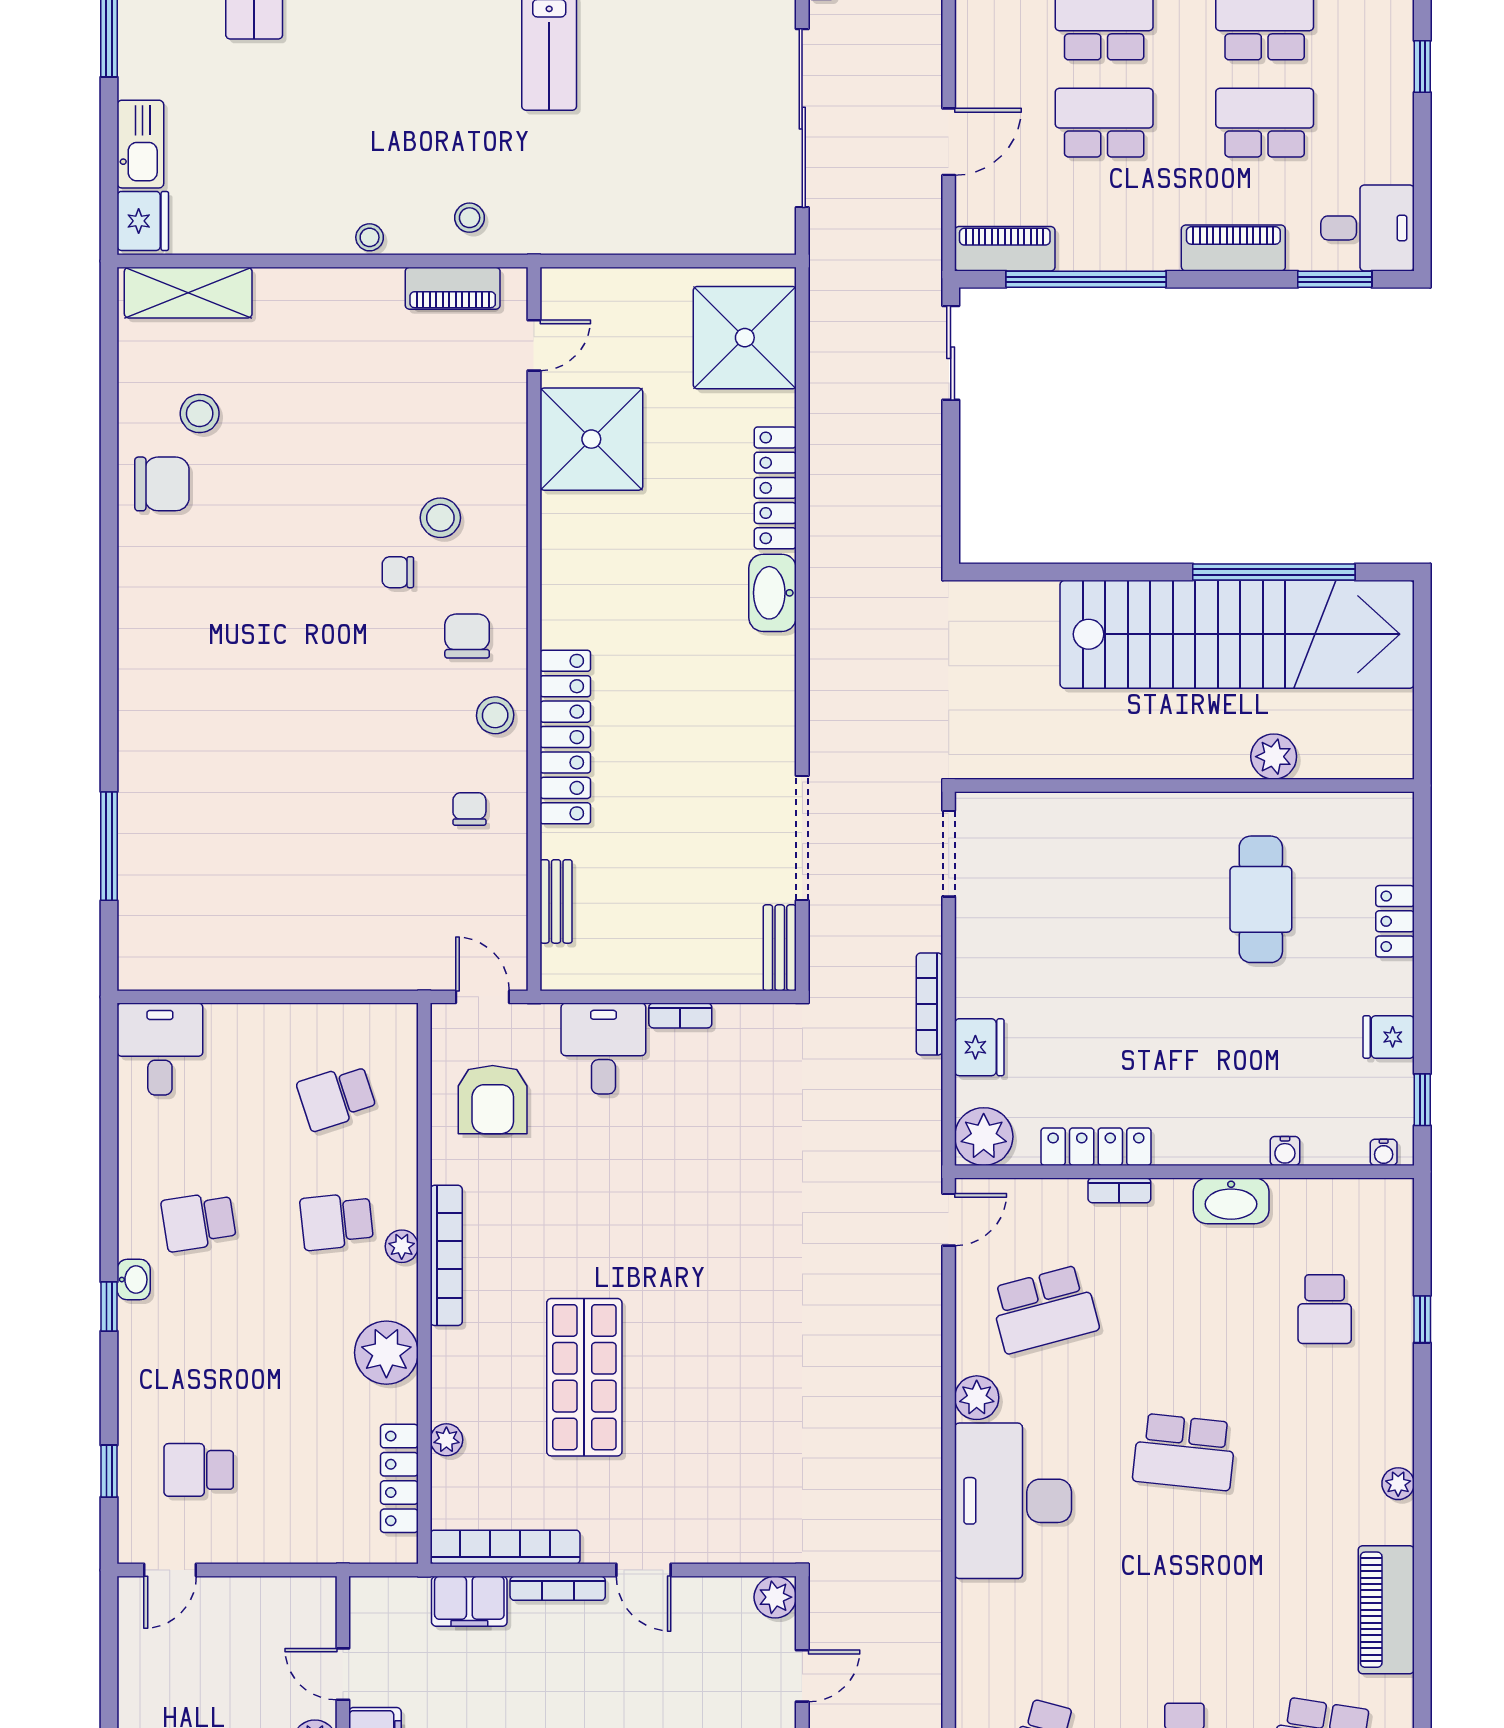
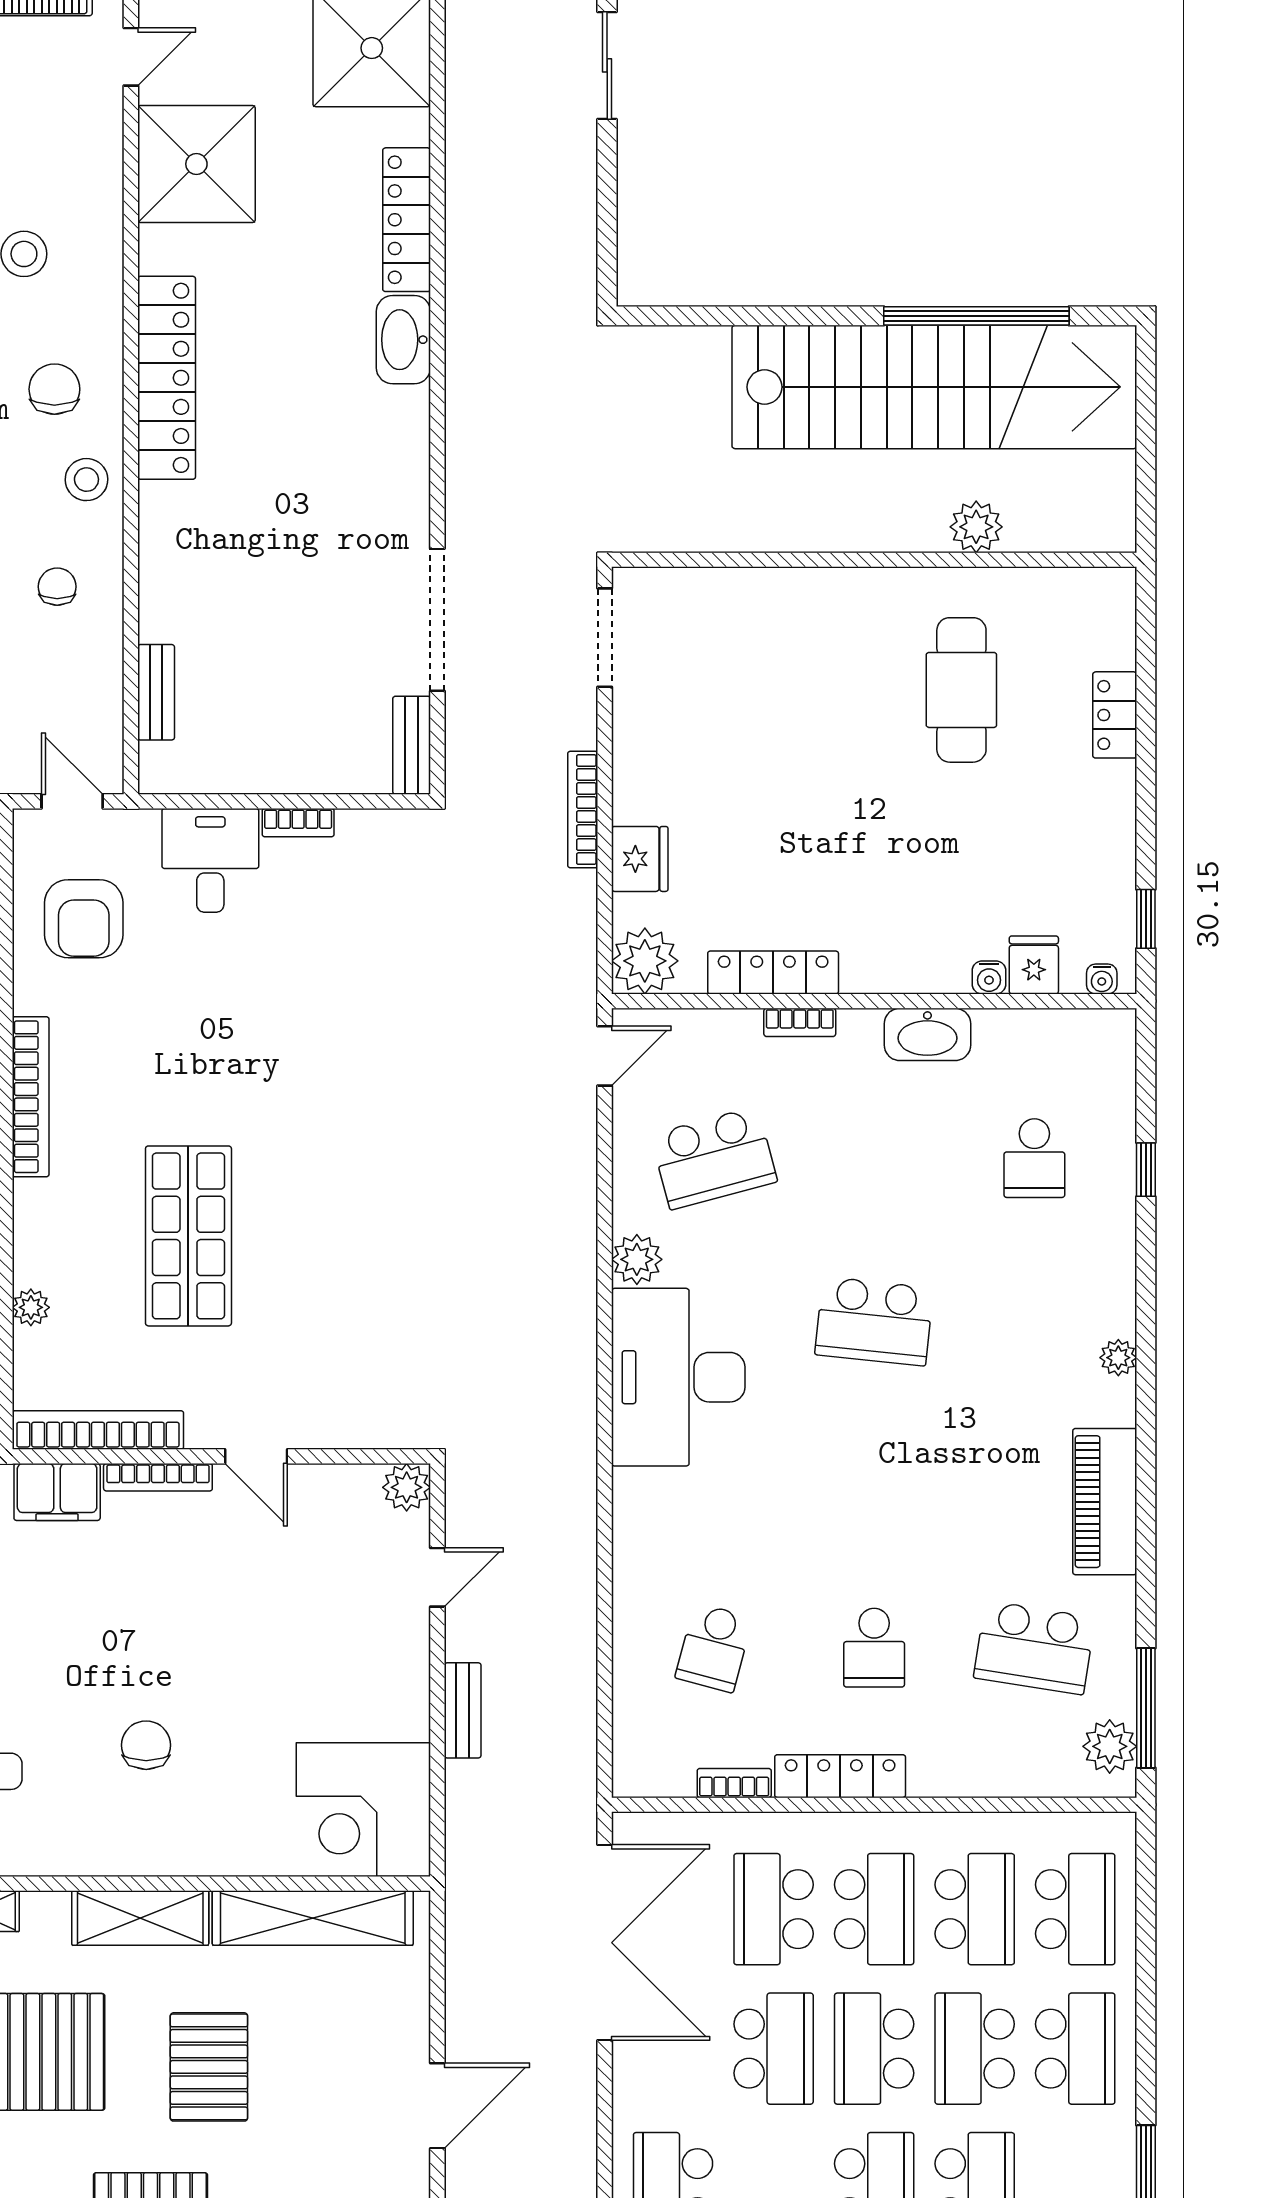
locker: (565, 737) -> (167, 378), moved
fridge: (1389, 1037) -> (1034, 965), moved, turned 90

